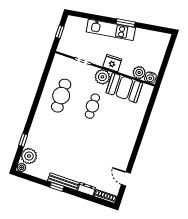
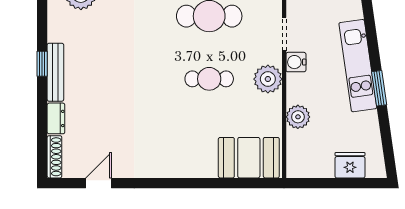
fridge: (112, 63) -> (350, 165), moved, turned -90
plant: (139, 73) -> (298, 117), moved
water cooler: (150, 77) -> (296, 62), moved
booth: (124, 88) -> (249, 158), moved, turned 90

